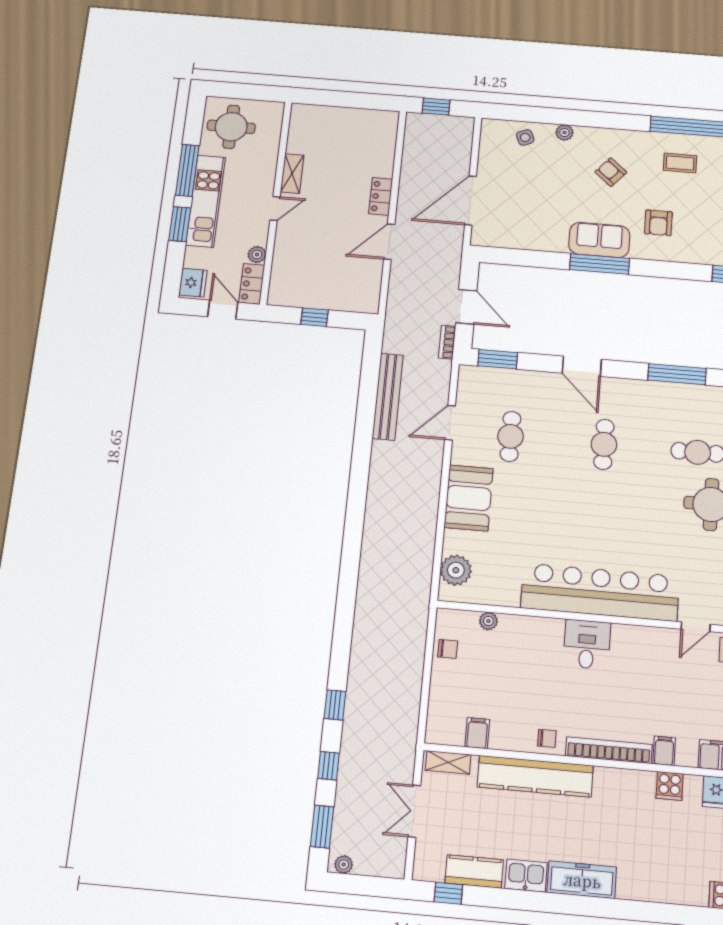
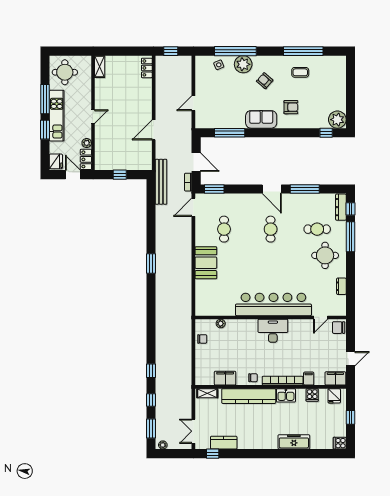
window: (559, 116) -> (235, 51), added
plant: (564, 133) -> (243, 64), width x1.87, depth x1.87
shelving: (292, 174) -> (100, 67), moved
locker: (381, 196) -> (147, 68), moved
door: (471, 200) -> (193, 103), width x0.53
armchair: (658, 223) -> (291, 107), turned -90
window: (600, 264) -> (230, 133), moved
door: (582, 366) -> (272, 189), moved
bench: (388, 397) -> (161, 182), moved
door: (450, 423) -> (193, 207), moved
window: (358, 490) -> (151, 263), added
plant: (456, 570) -> (203, 300), removed
desk: (587, 644) -> (273, 331), width x1.37
filing cabinet: (477, 733) -> (225, 378), width x2.00
double door: (414, 811) -> (193, 431), moved
kitchen sink: (526, 876) -> (286, 395), moved, turned 180
freezer: (582, 880) -> (294, 442), moved

